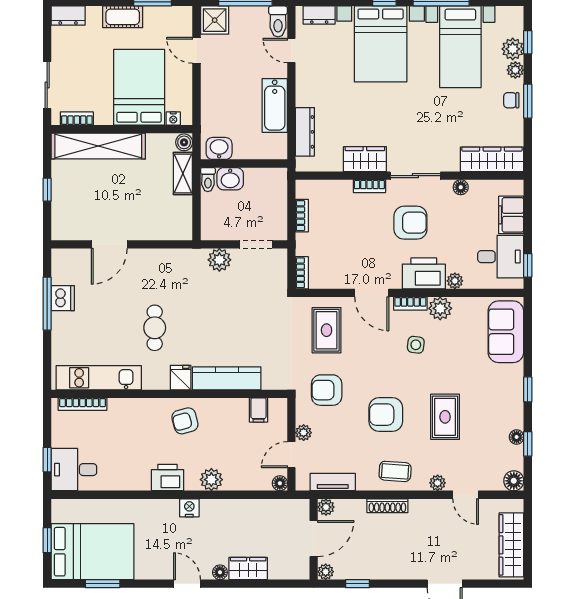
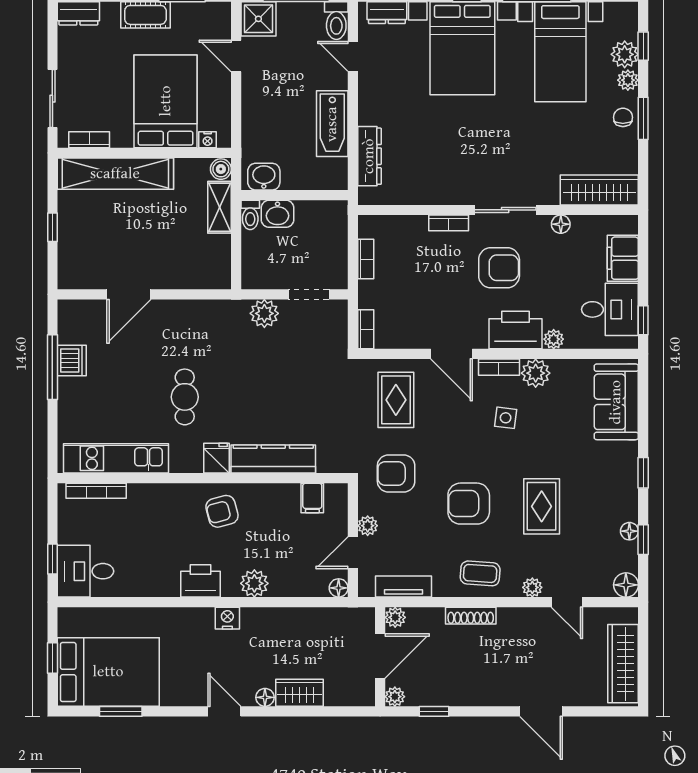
chair: (511, 100) -> (623, 117), turned 90
wardrobe: (365, 159) -> (443, 190), removed

